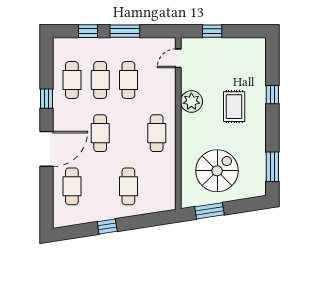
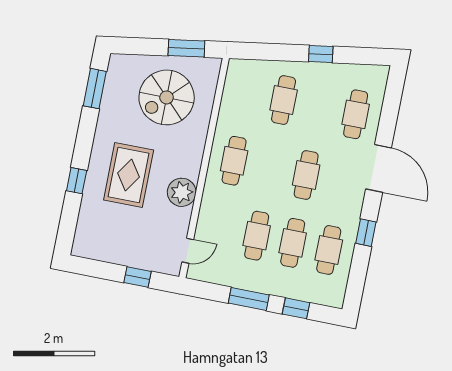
rug: (234, 107) -> (129, 175), width x1.36, depth x1.43
door: (46, 149) -> (379, 168), swing flipped

